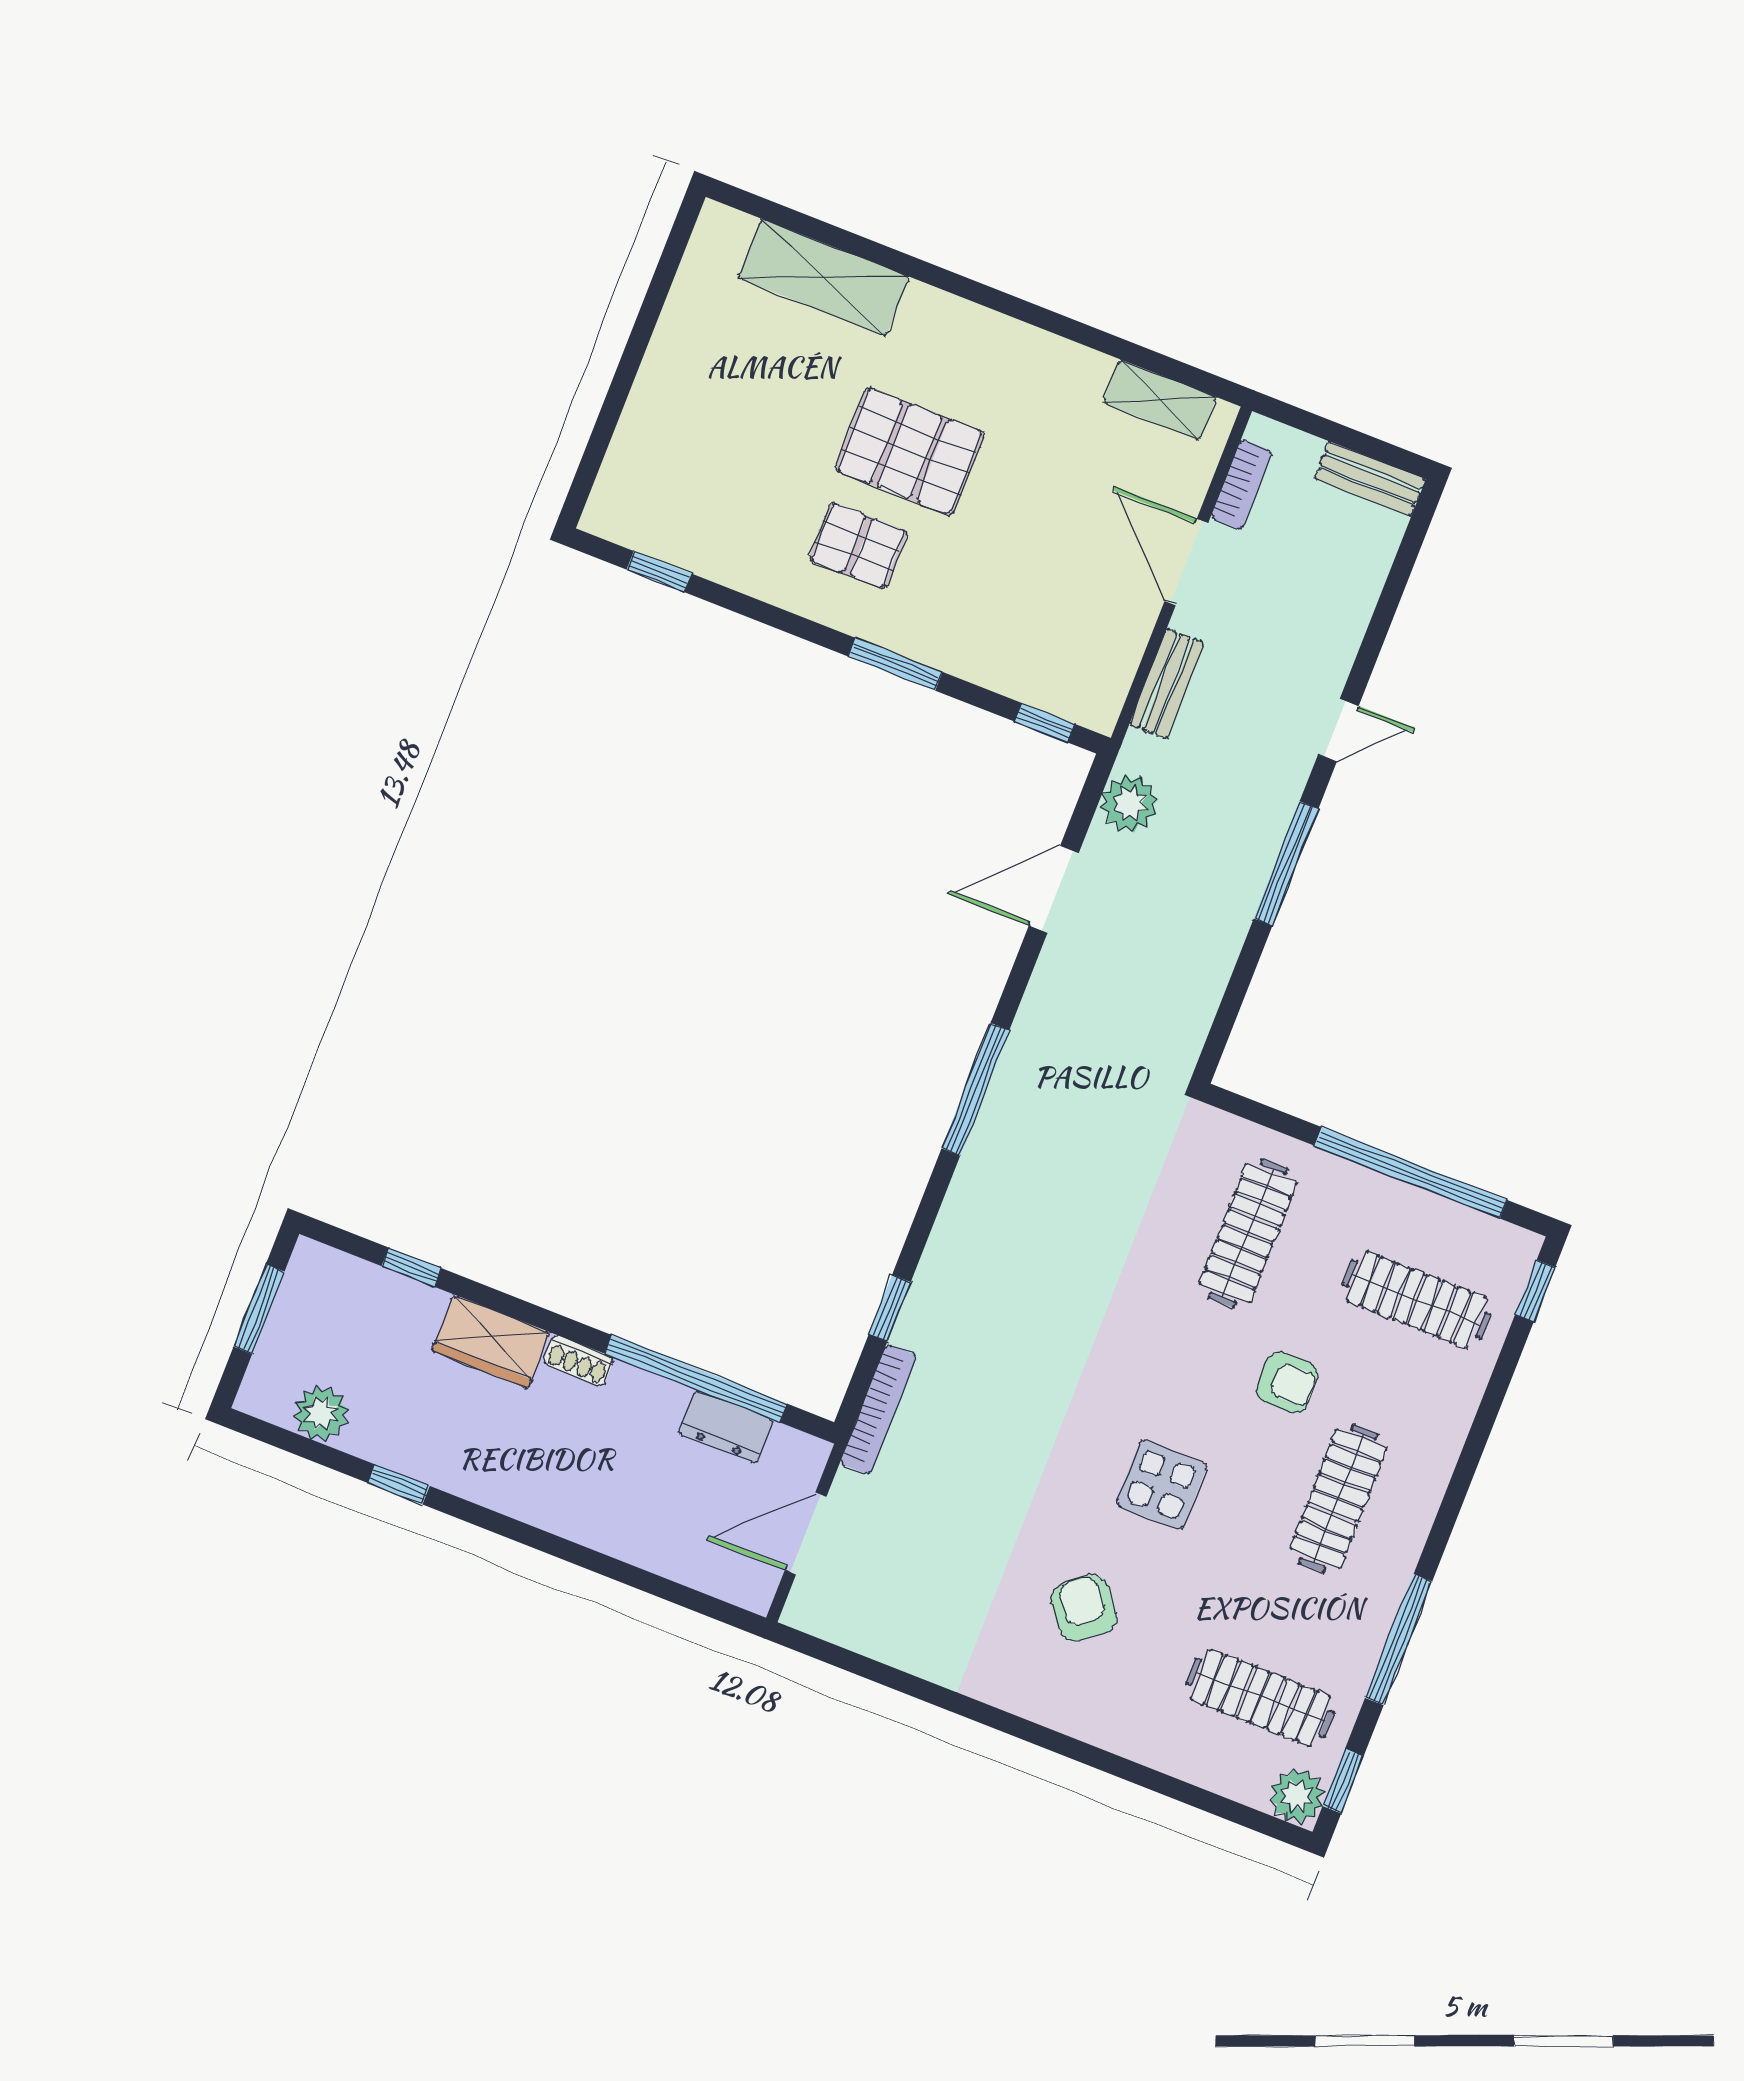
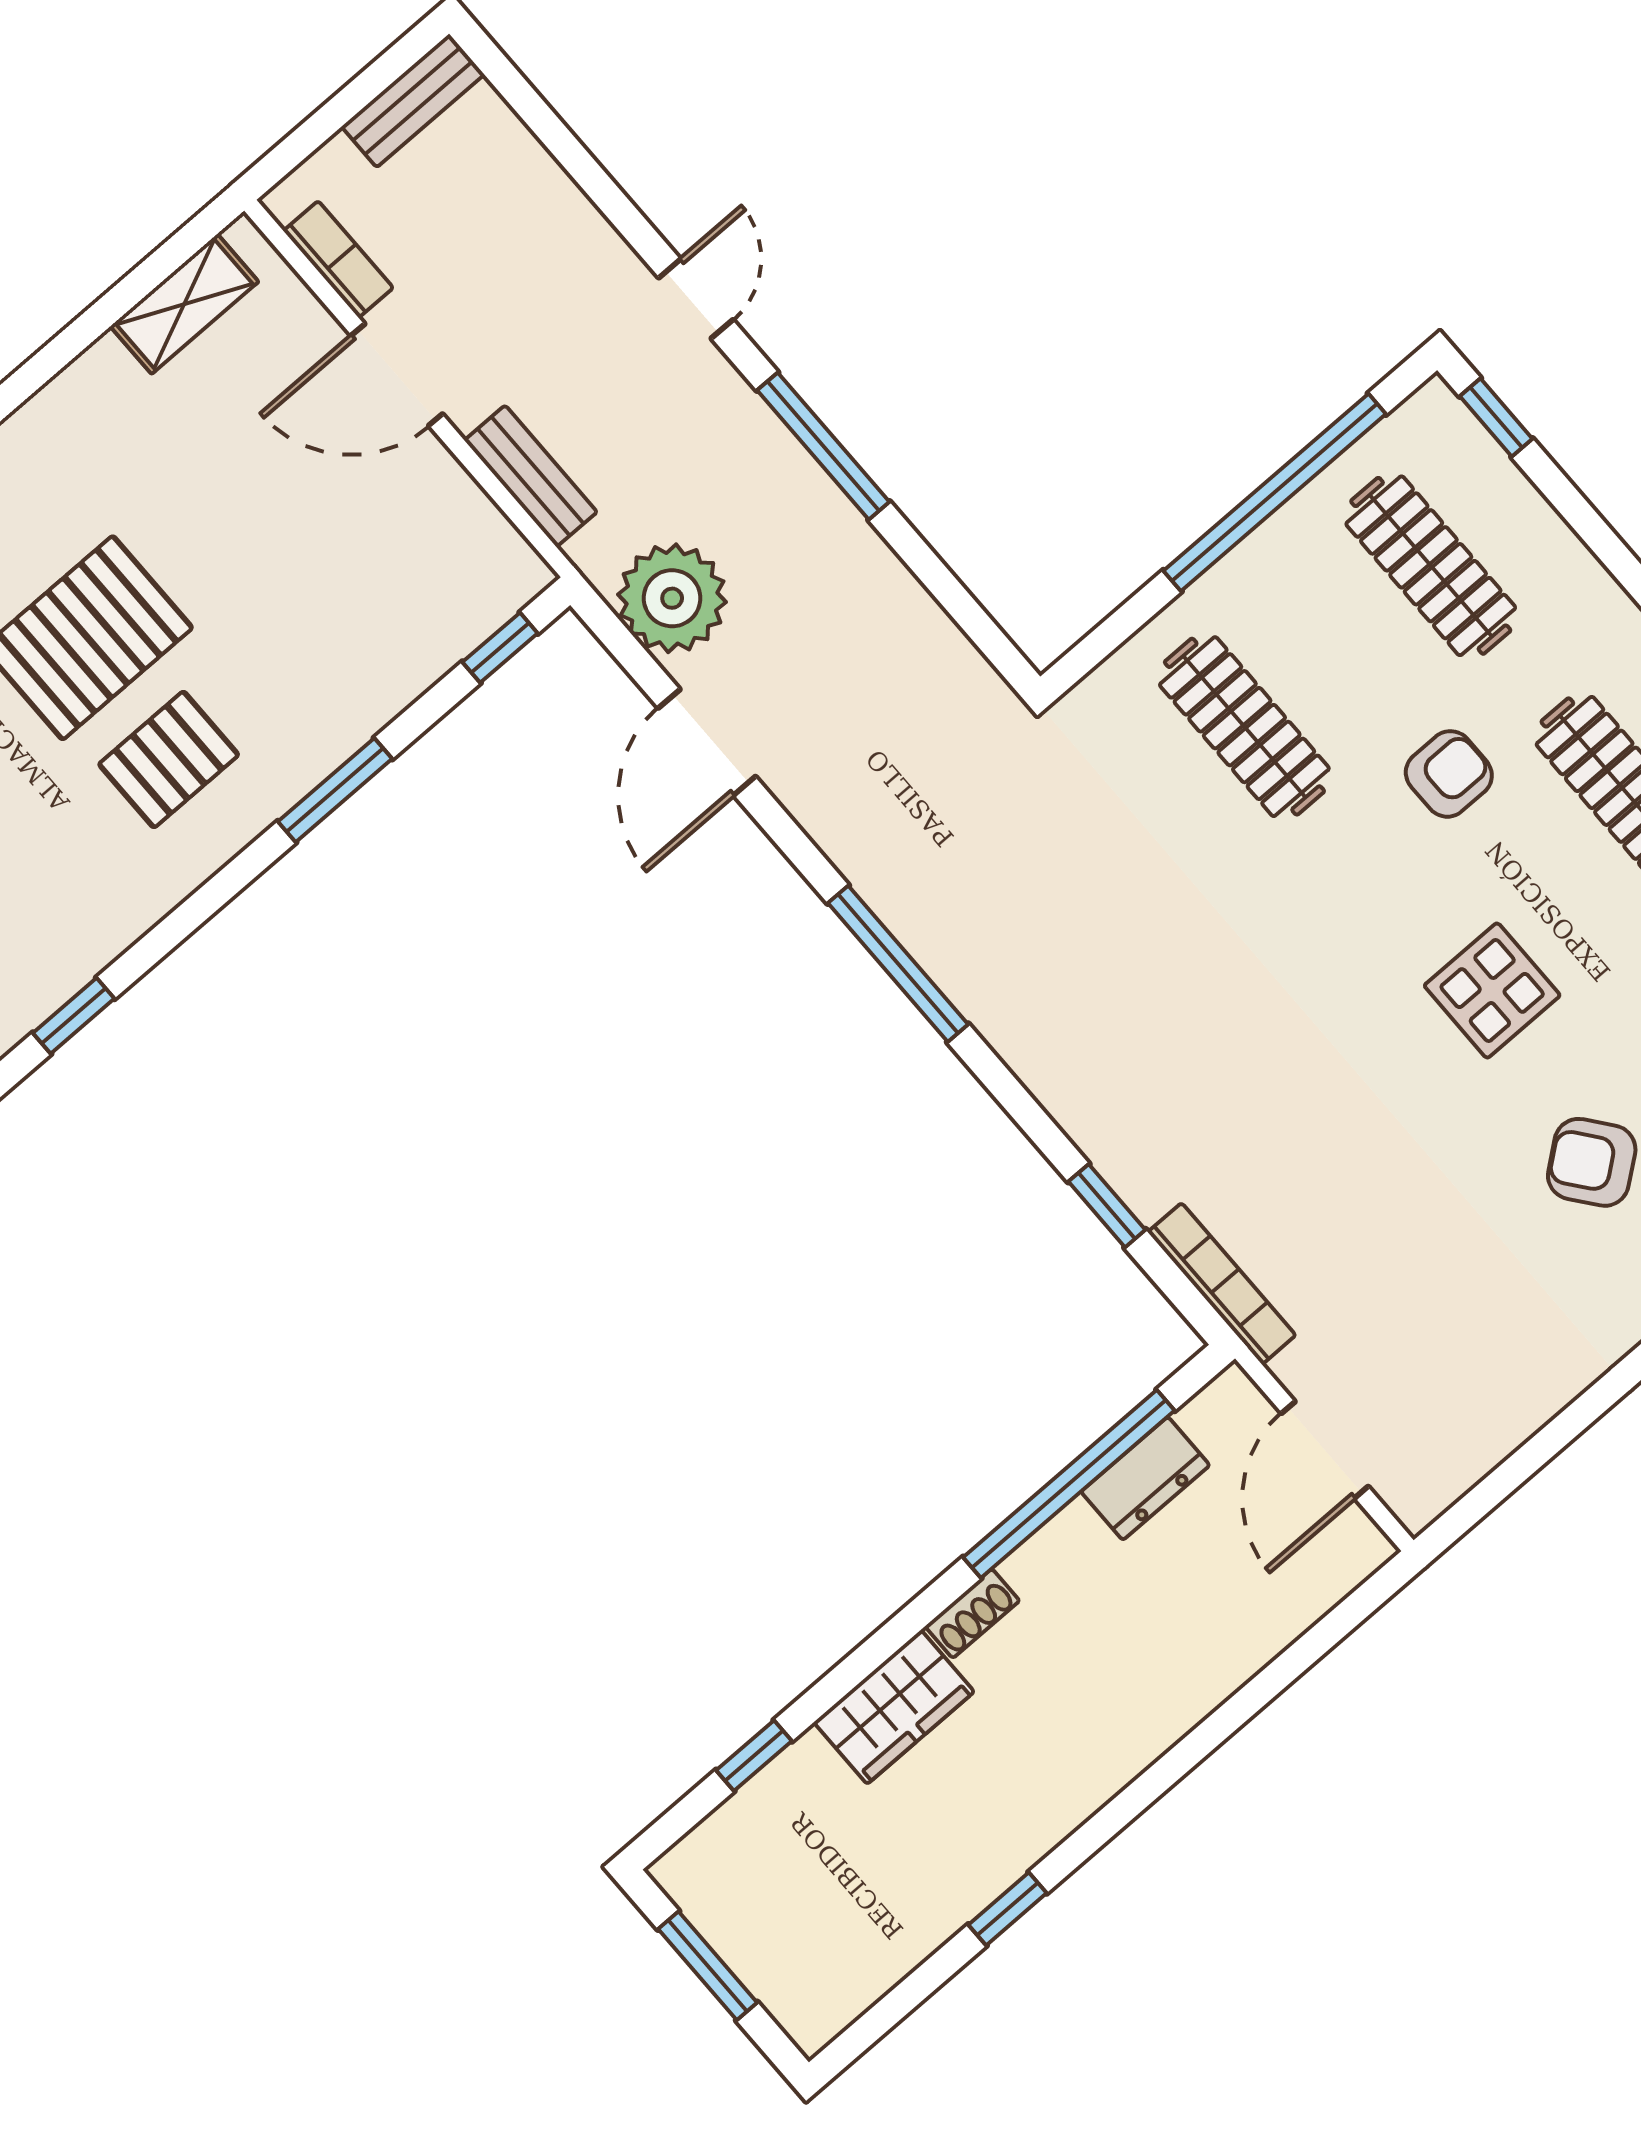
plant: (1129, 804) -> (672, 598), width x1.36, depth x1.36
clothes rail: (1416, 1299) -> (1431, 566), turned 90
plant: (321, 1413) -> (873, 1957), removed

